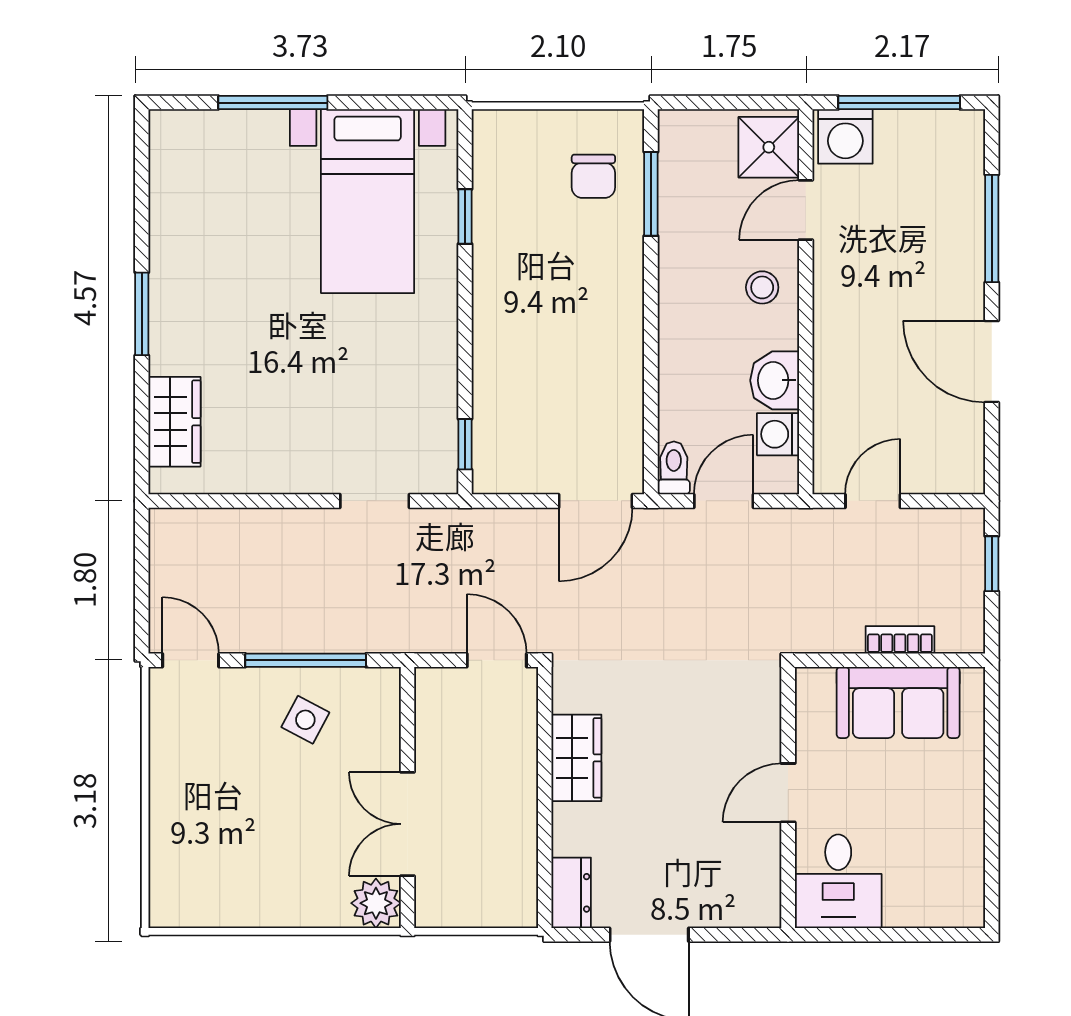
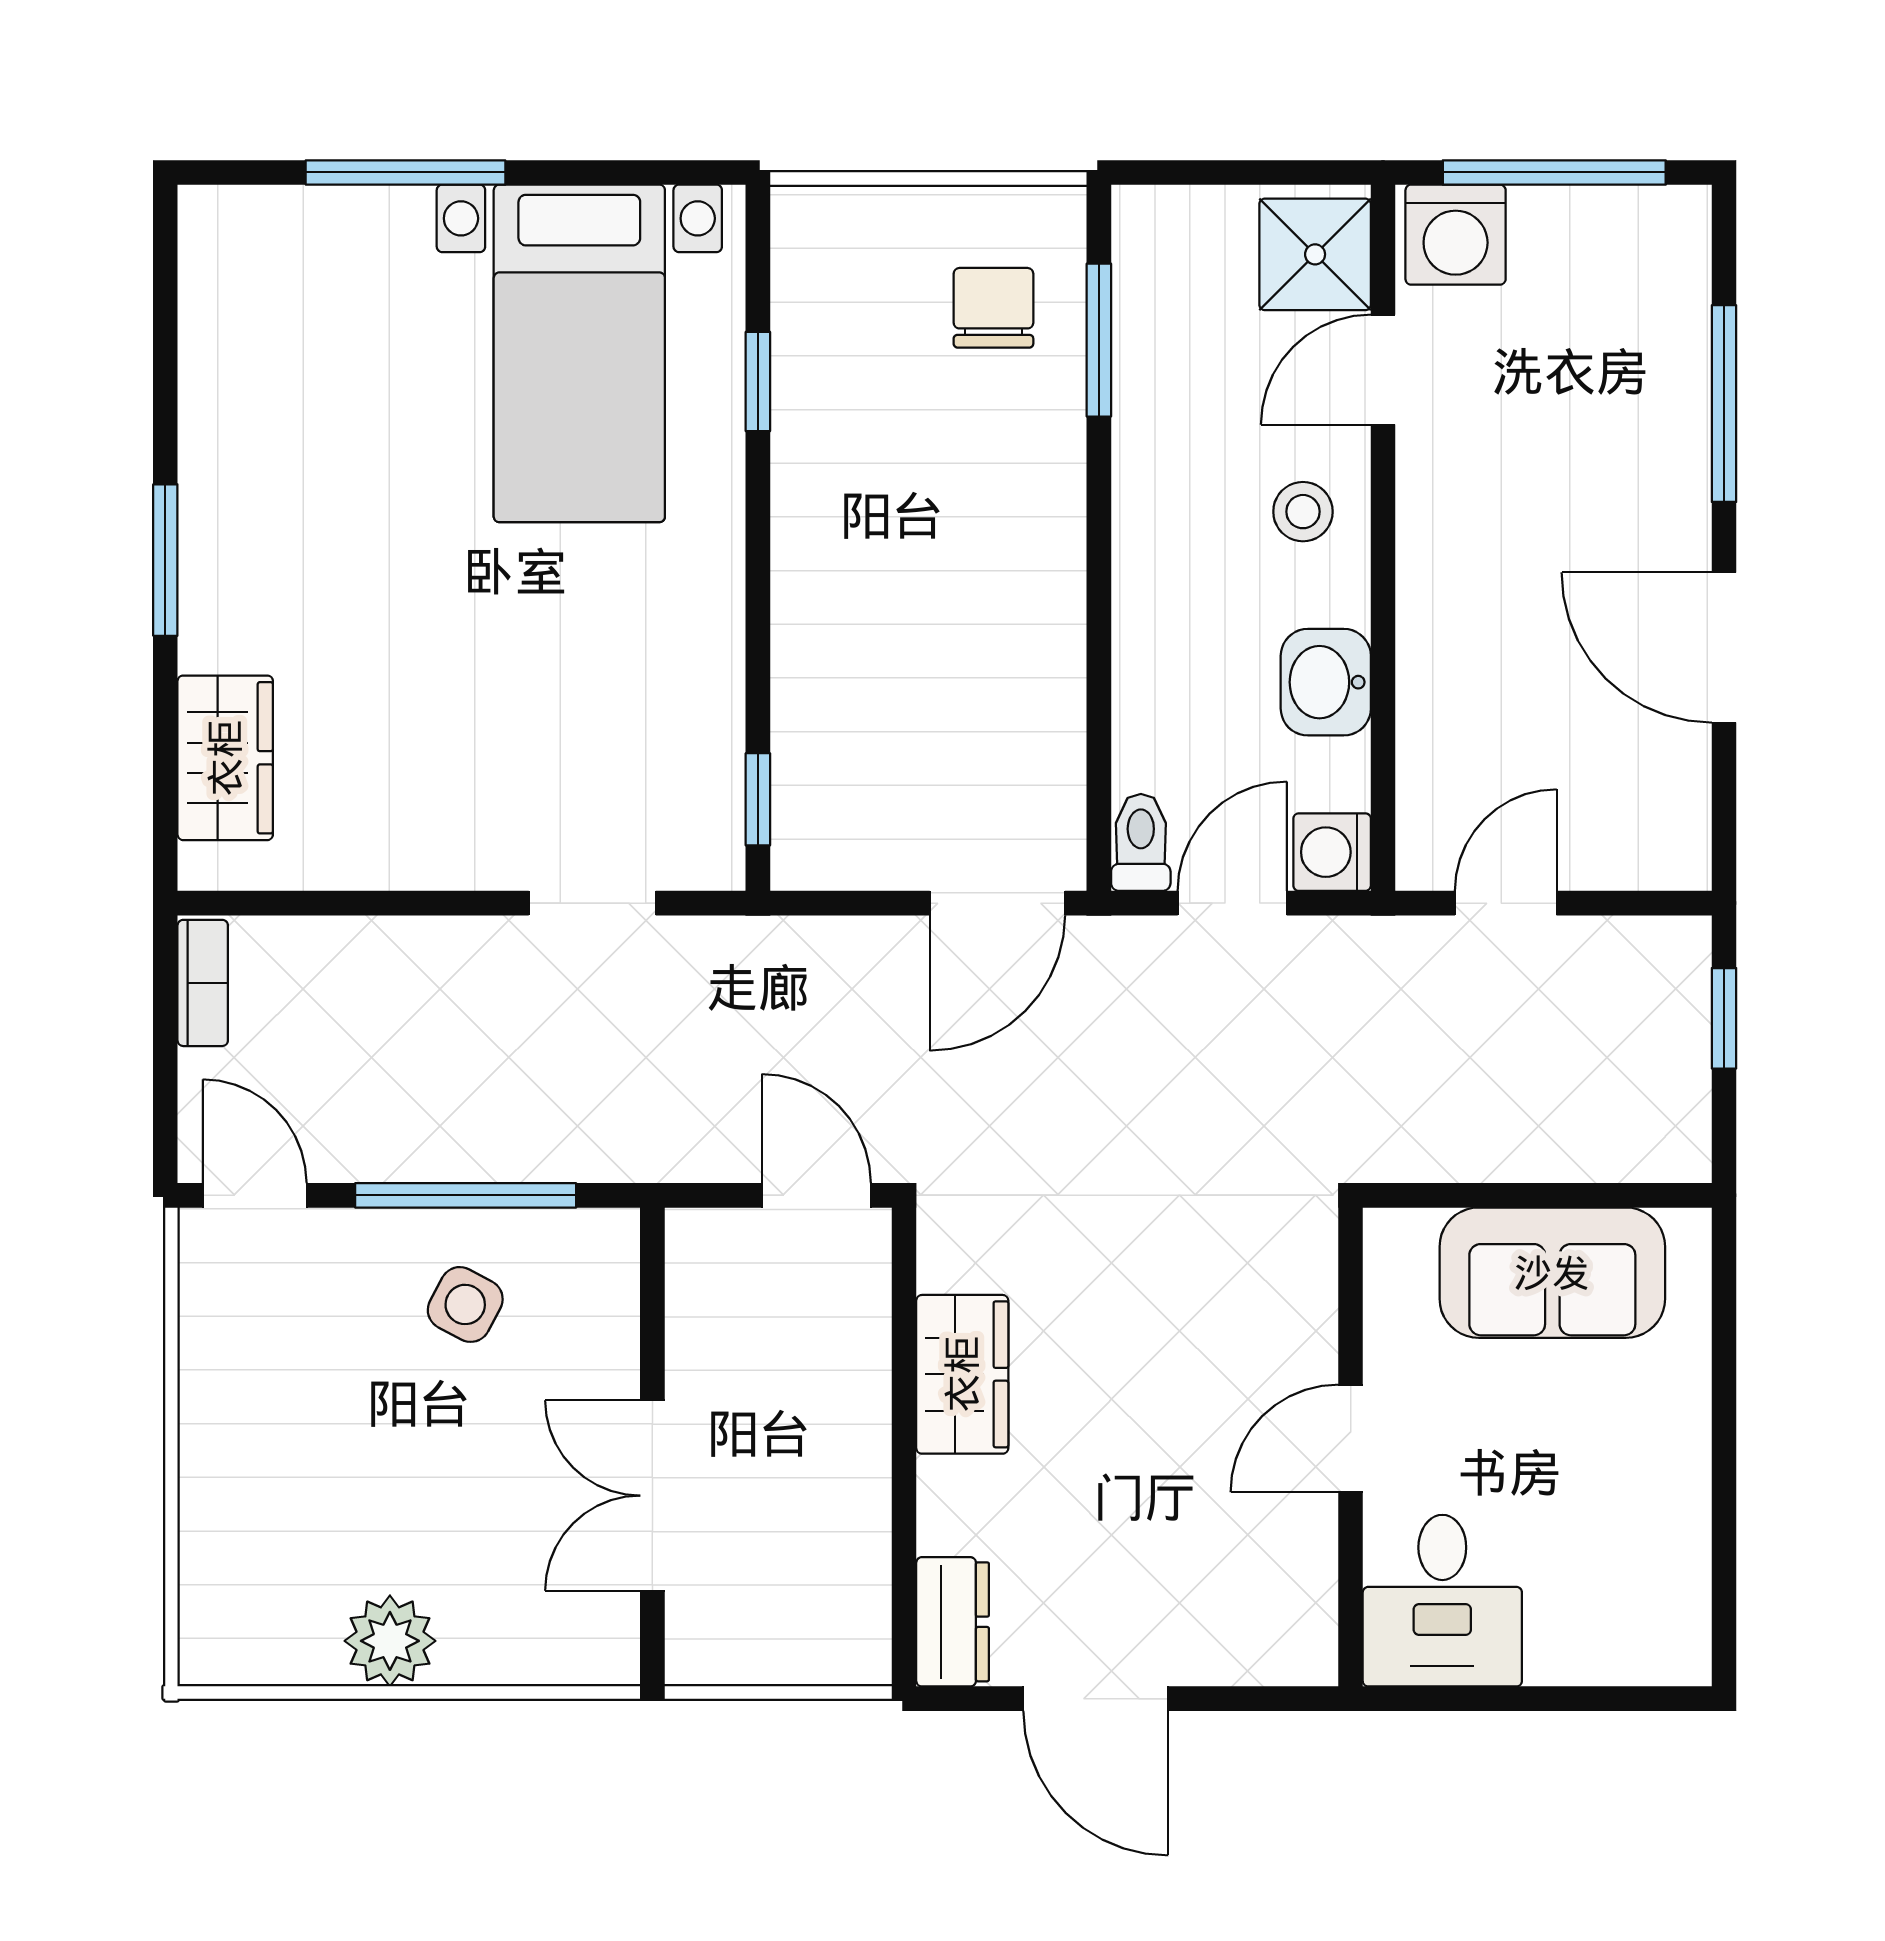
chair: (593, 176) -> (993, 308), turned 180
washing machine: (778, 434) -> (1332, 852), moved
bookcase: (900, 640) -> (203, 983), moved, turned 90
plant: (376, 903) -> (390, 1641), moved

